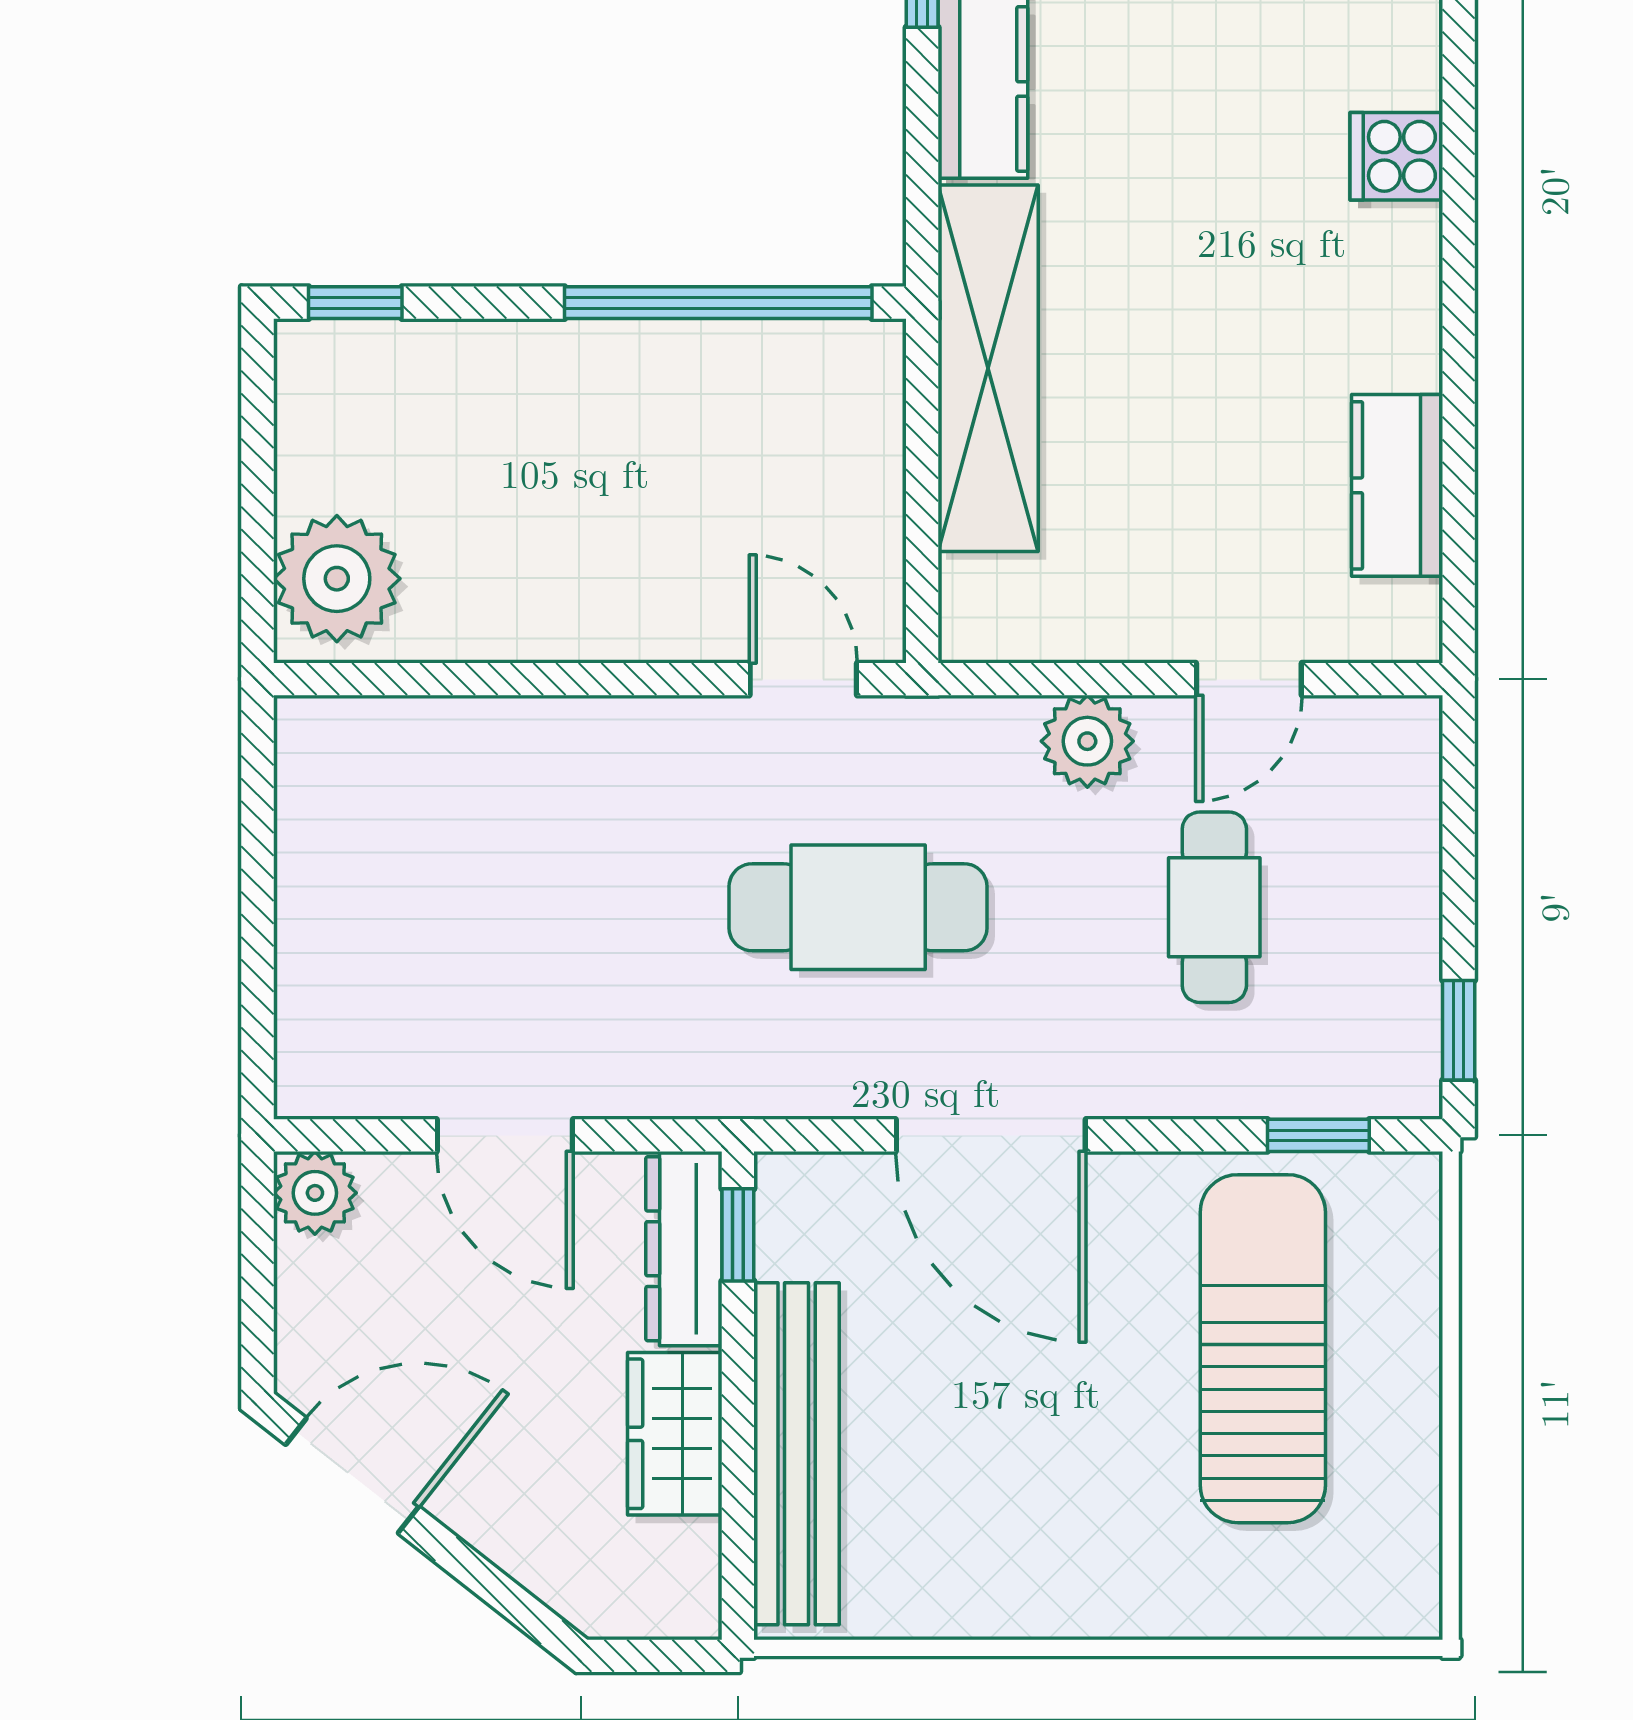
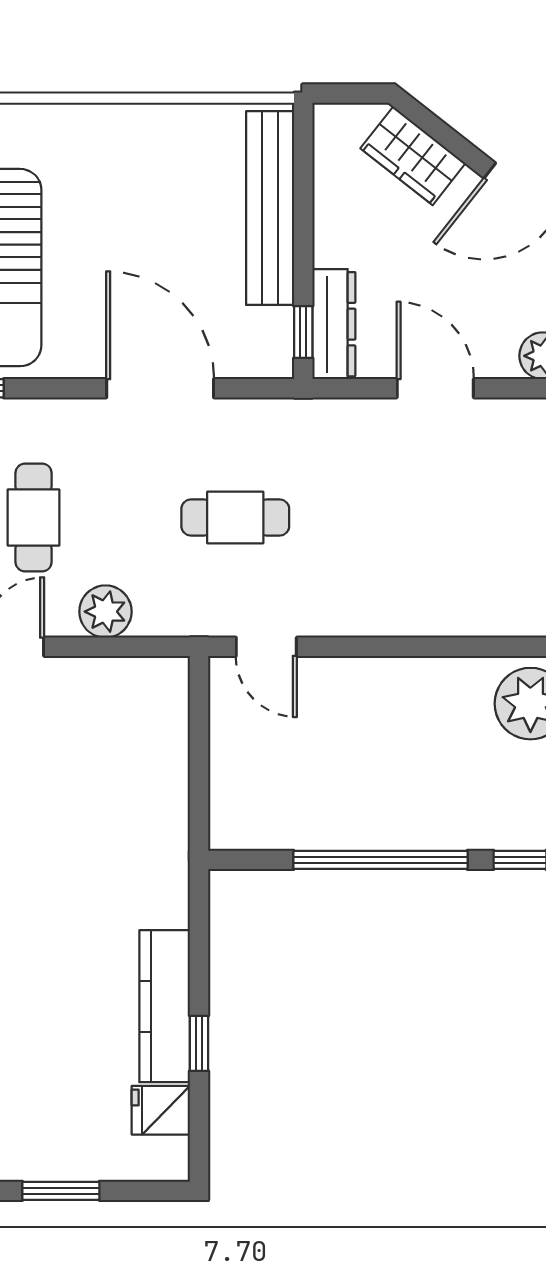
window: (718, 303) -> (381, 860), moved
shelving: (988, 368) -> (162, 823), removed
cafe table: (858, 907) -> (235, 518), width x0.73, depth x0.74
wardrobe: (675, 1434) -> (413, 156), moved, turned 128

